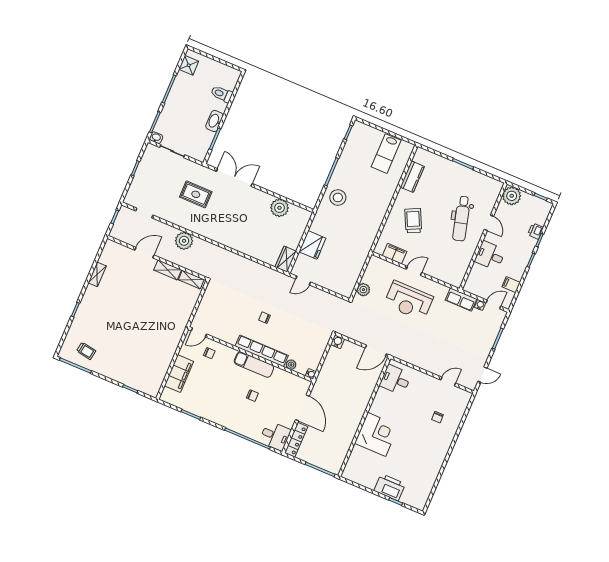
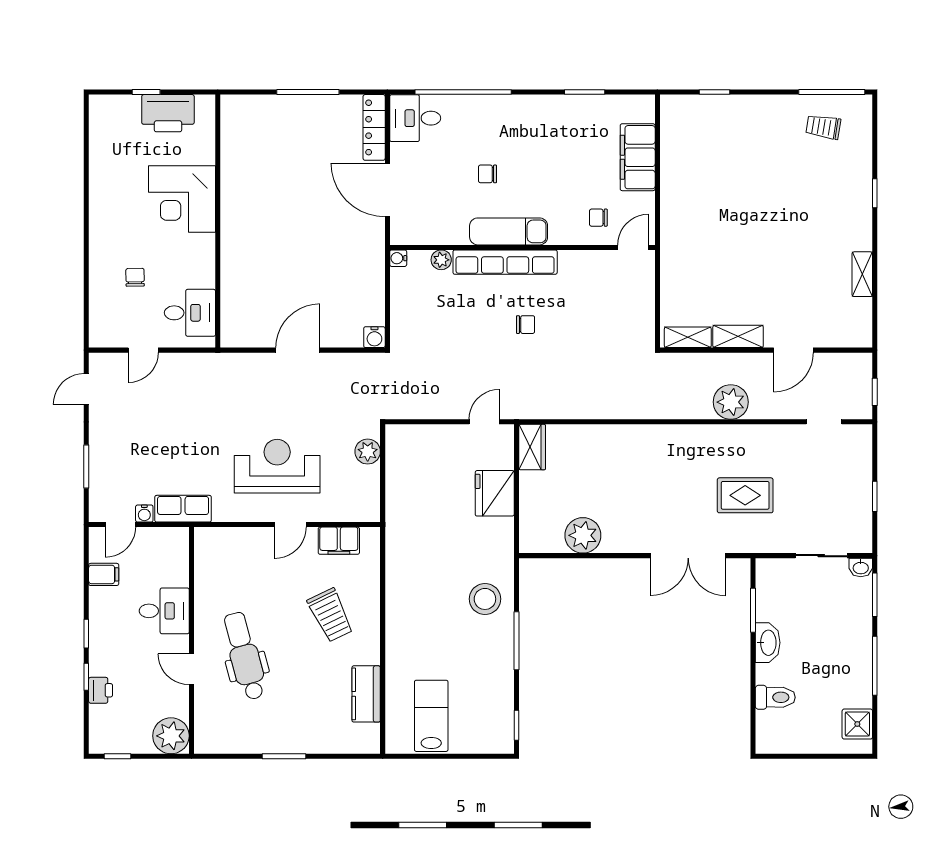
desk: (395, 380) -> (190, 313), moved
wall: (364, 417) -> (218, 221), moved
corner desk: (377, 434) -> (182, 199), moved

